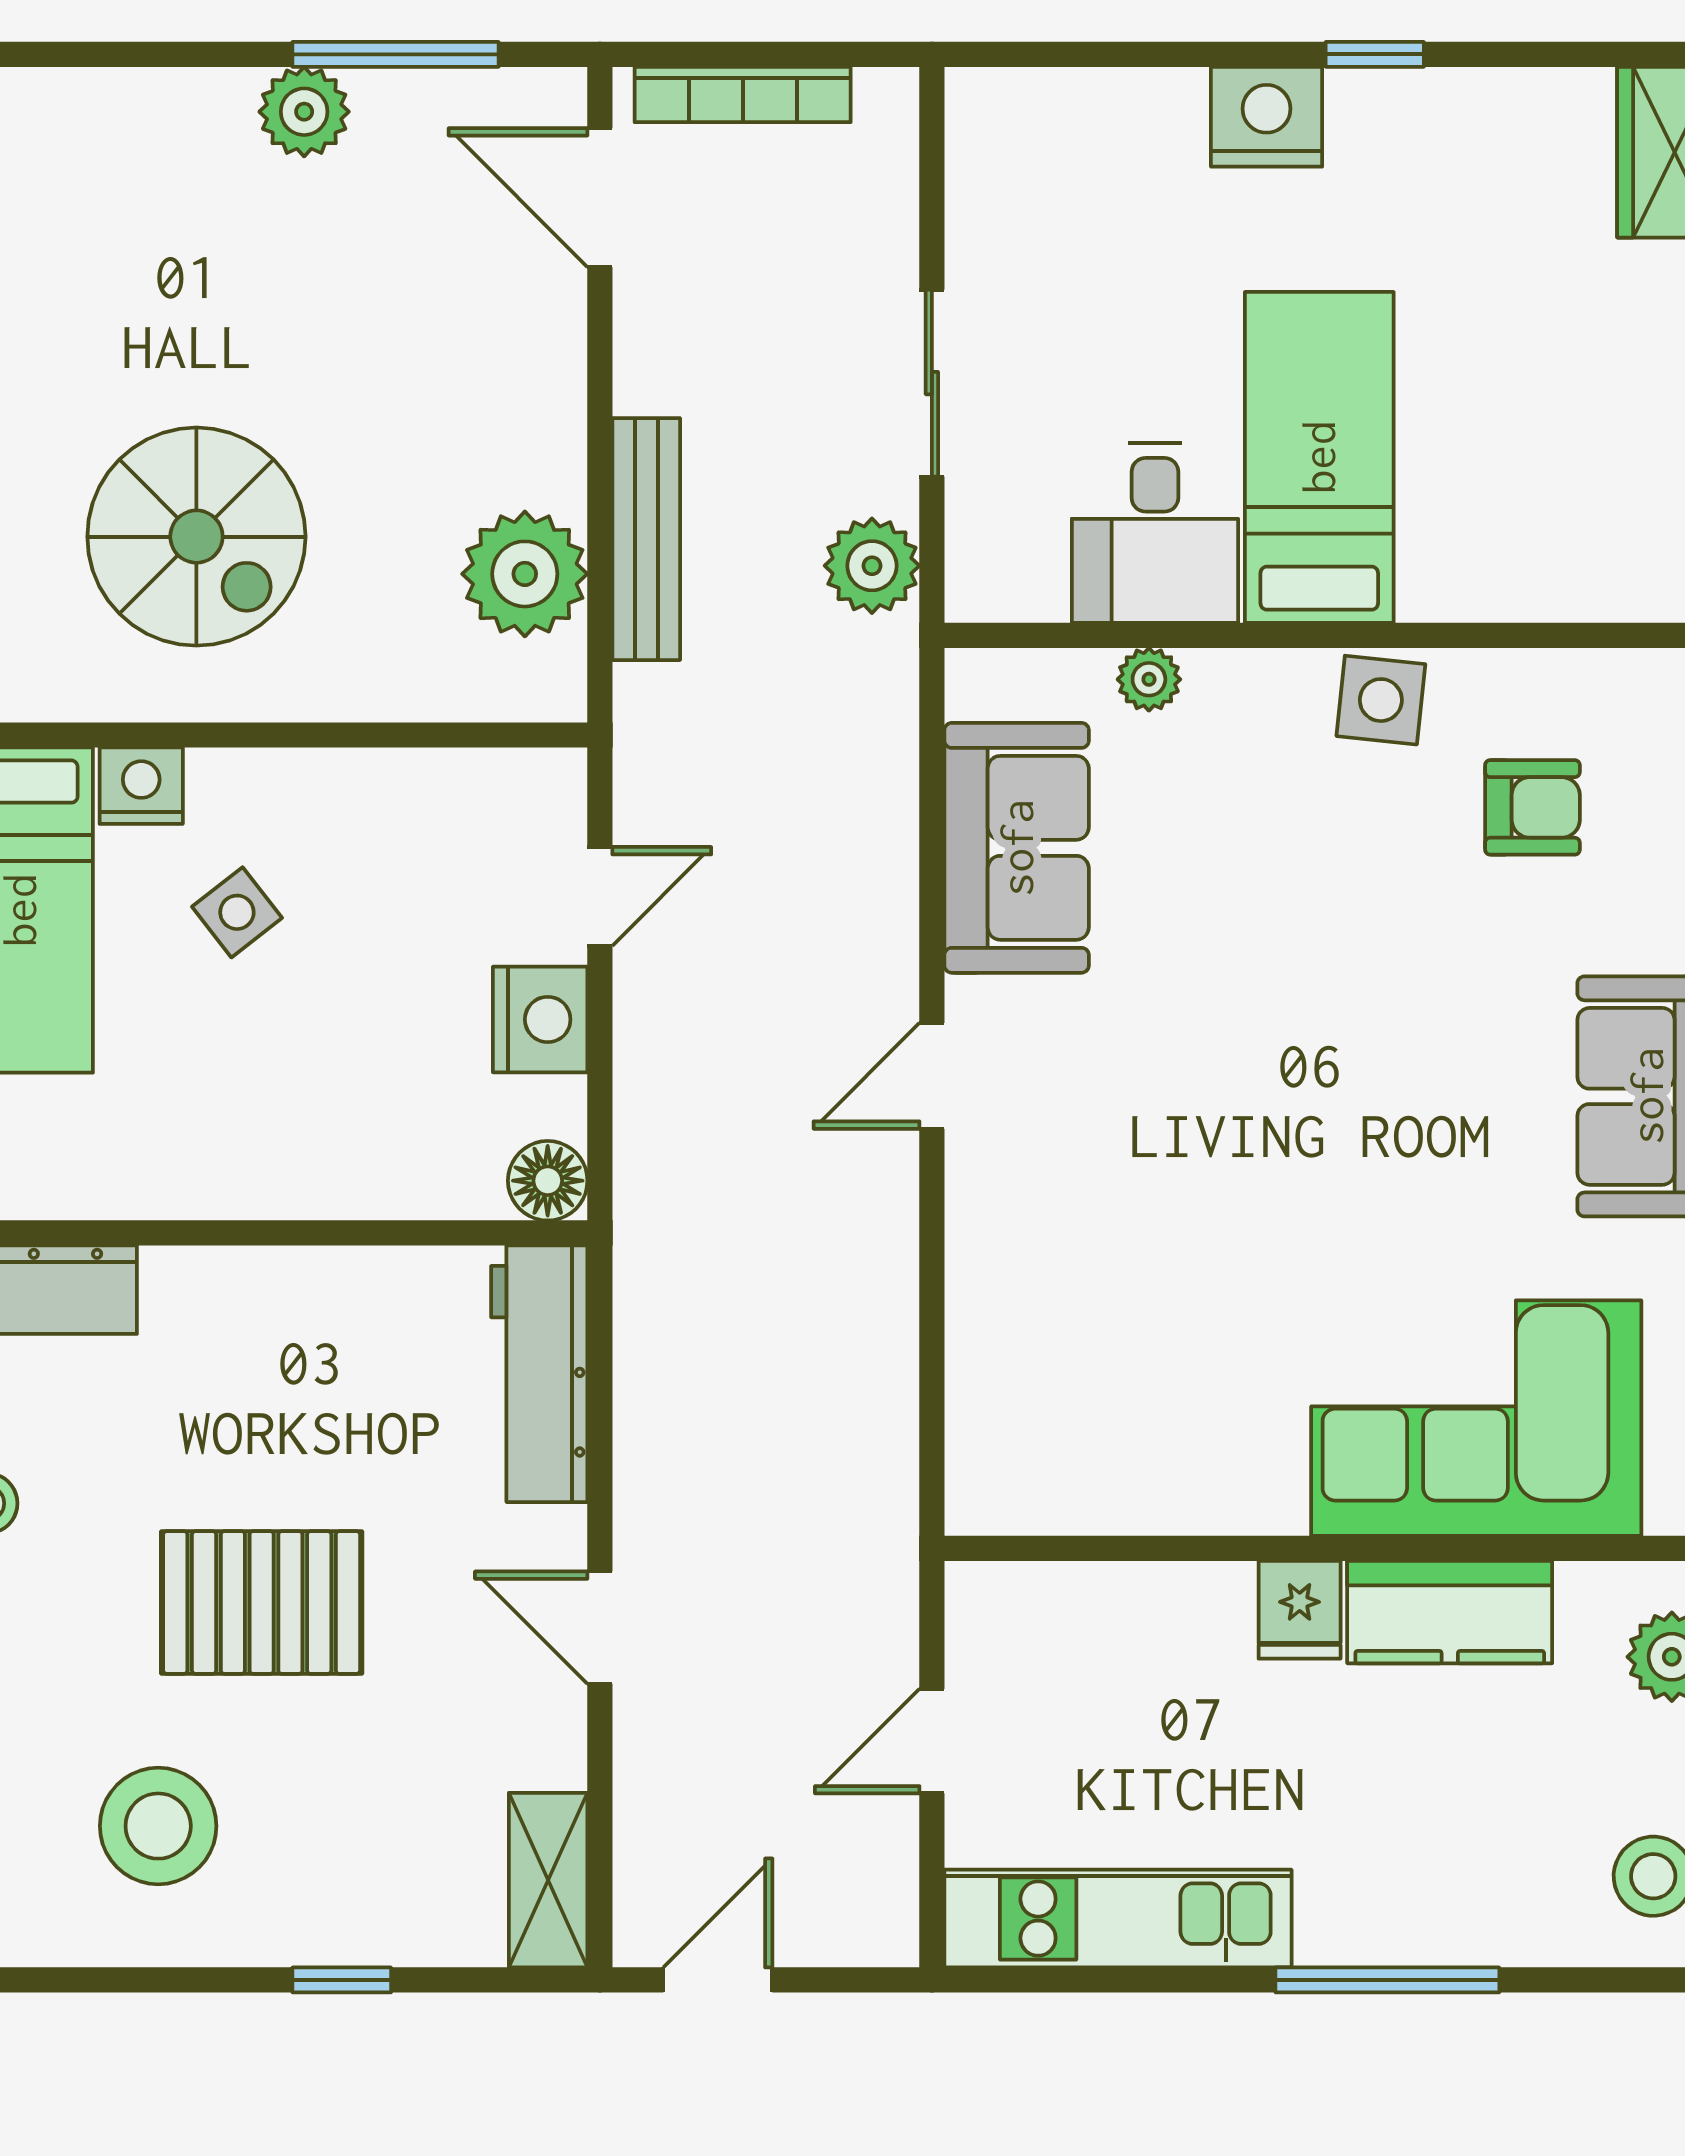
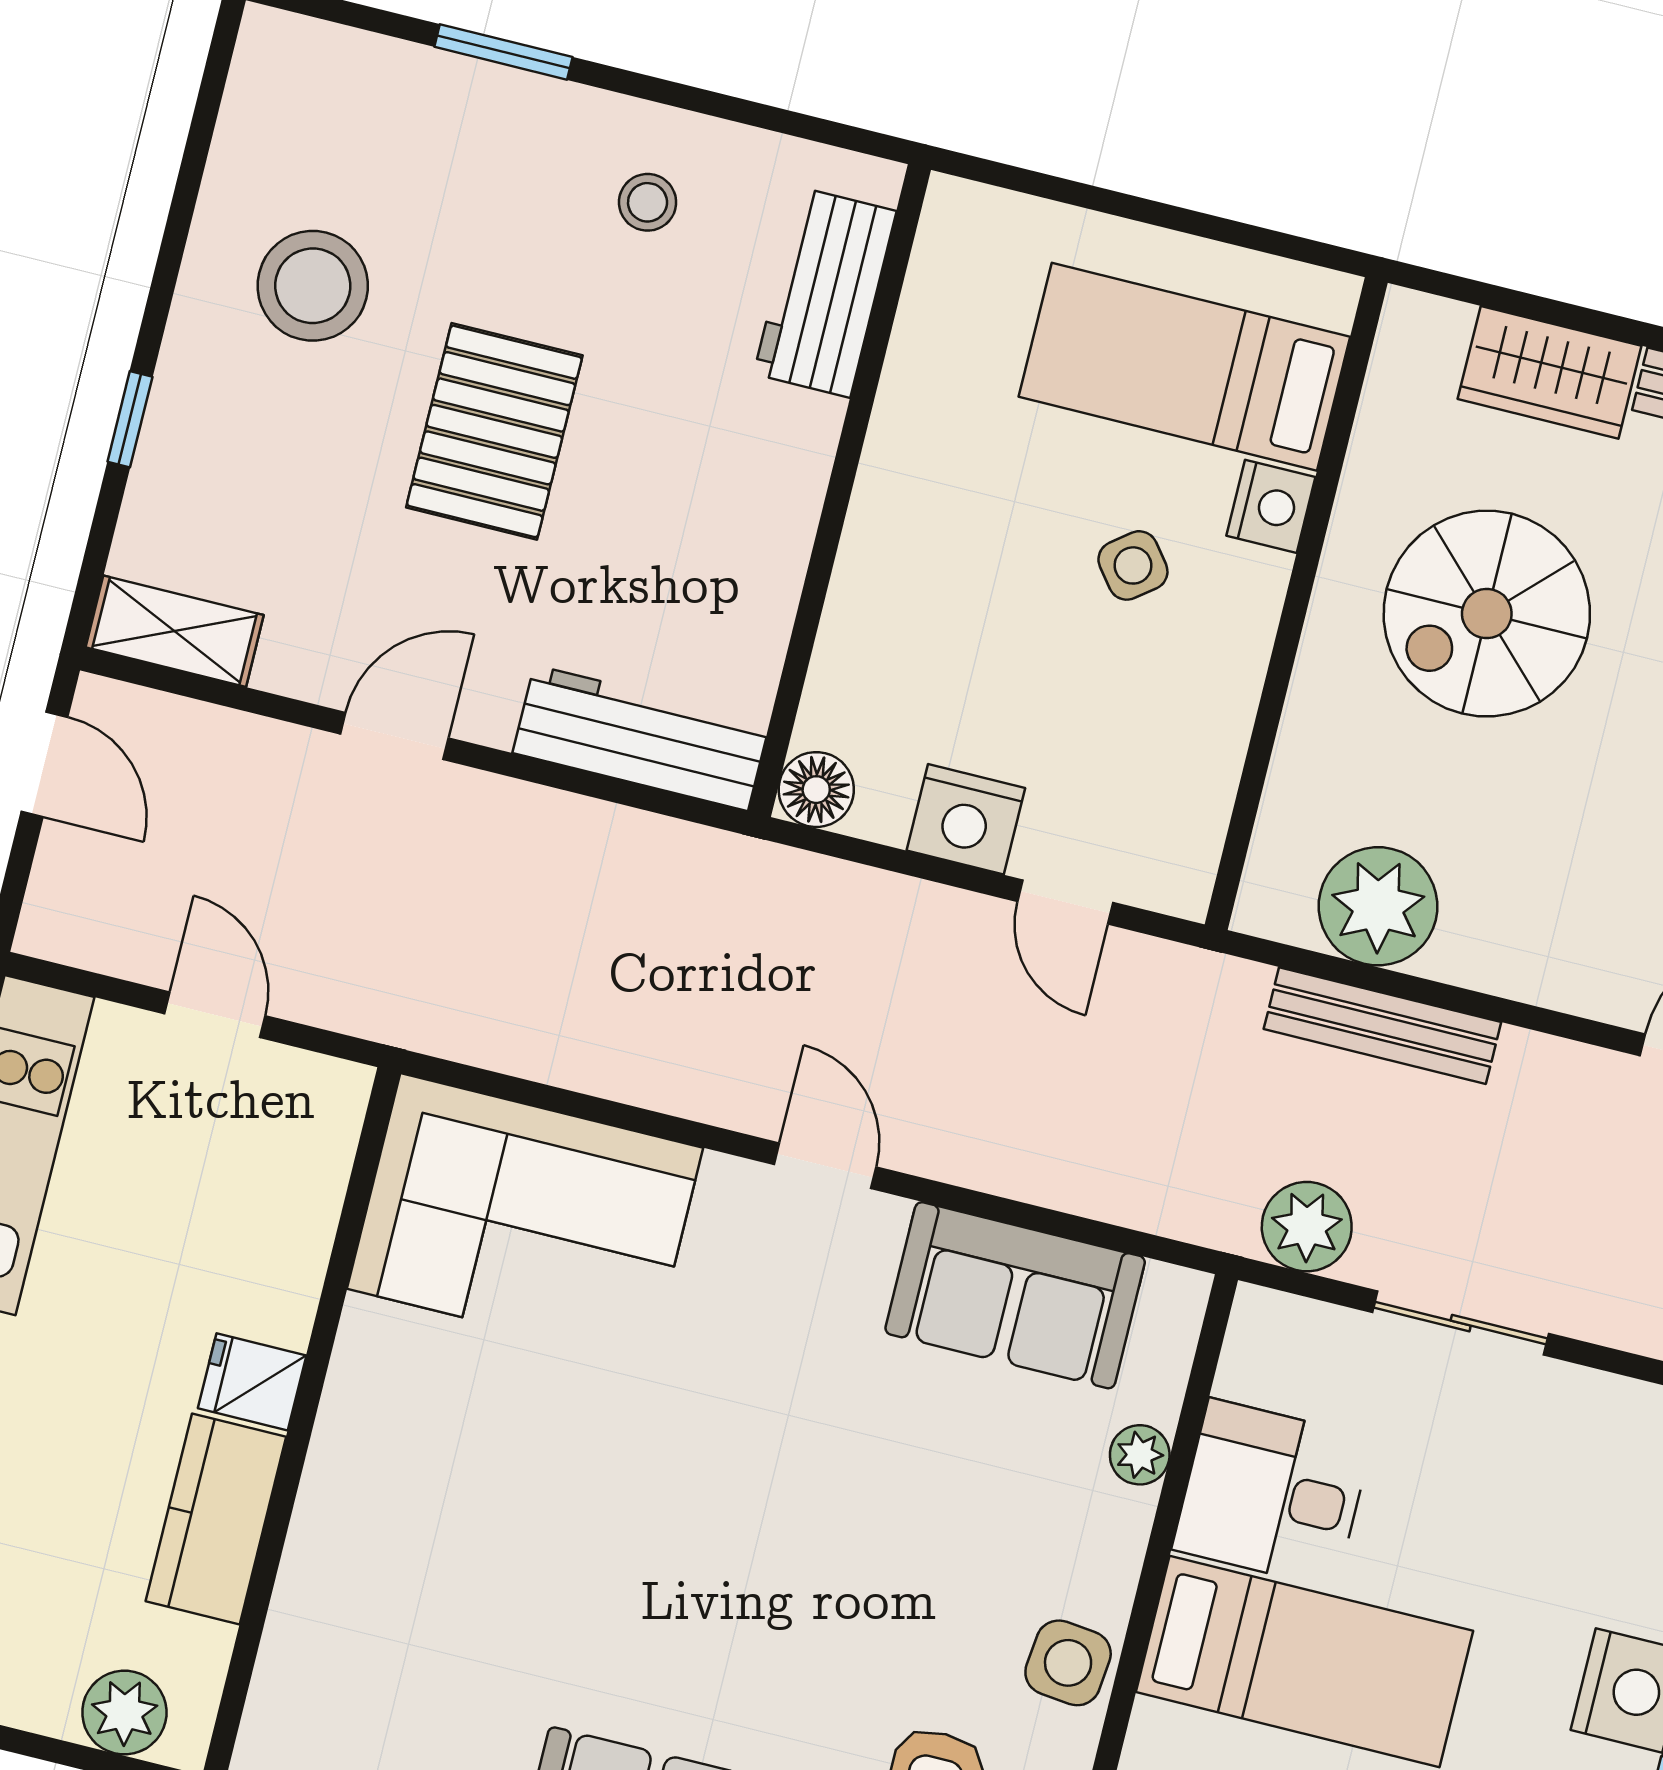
corner sofa: (1476, 1418) -> (525, 1218), moved, turned 90

